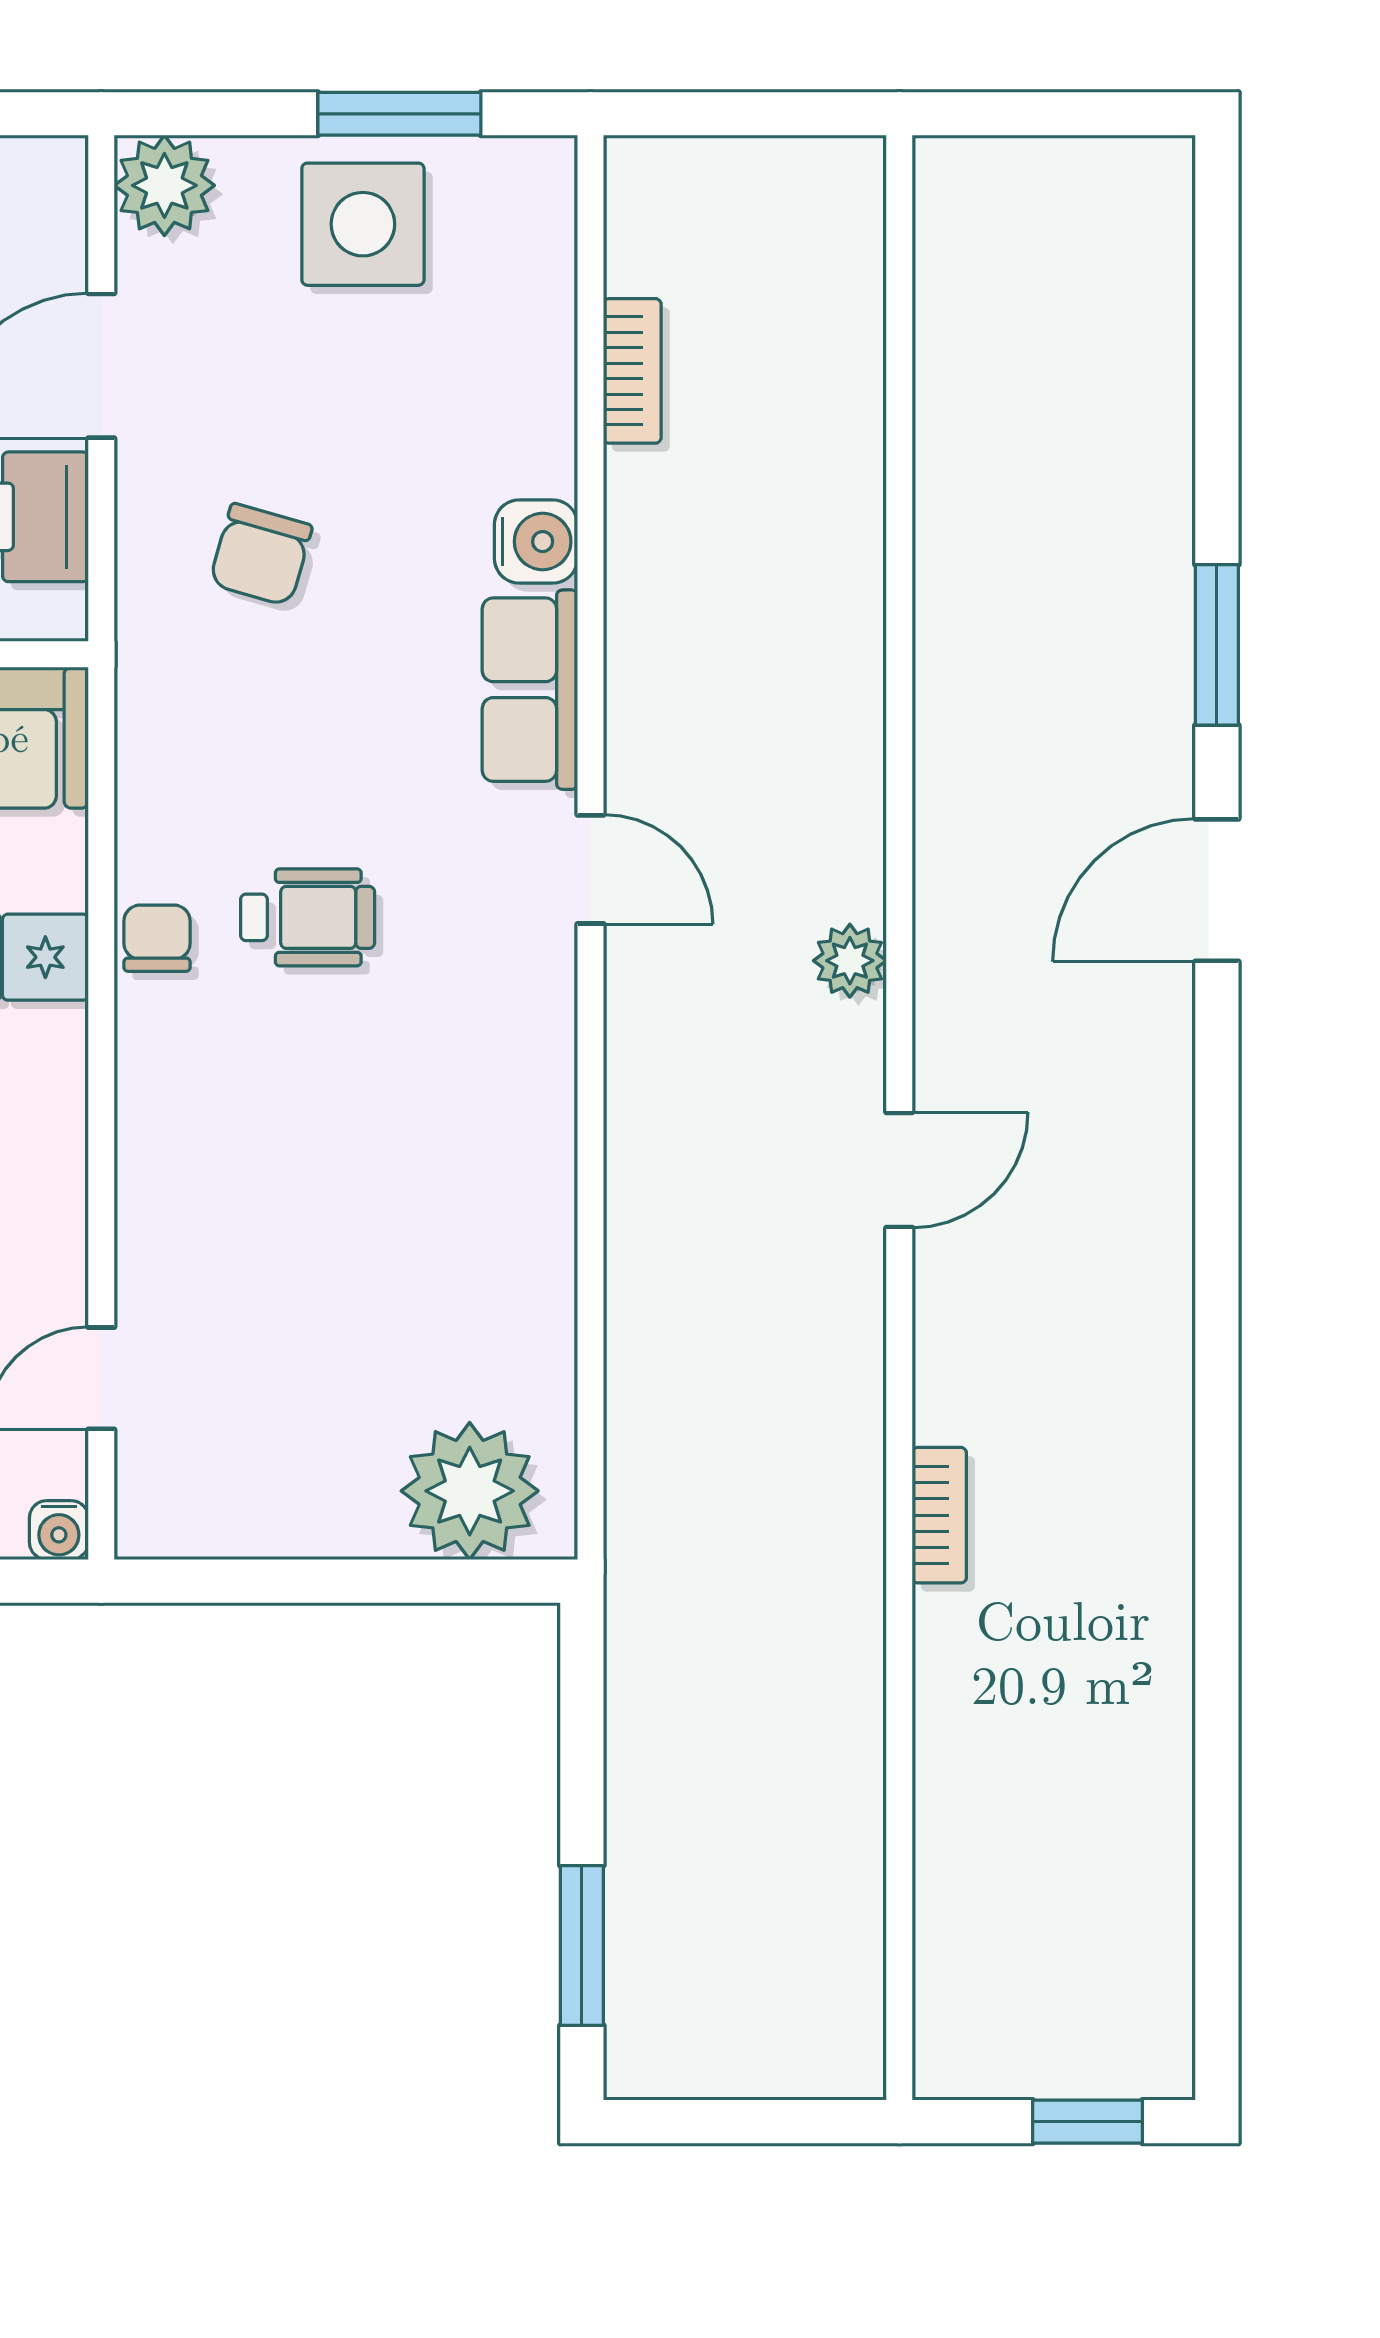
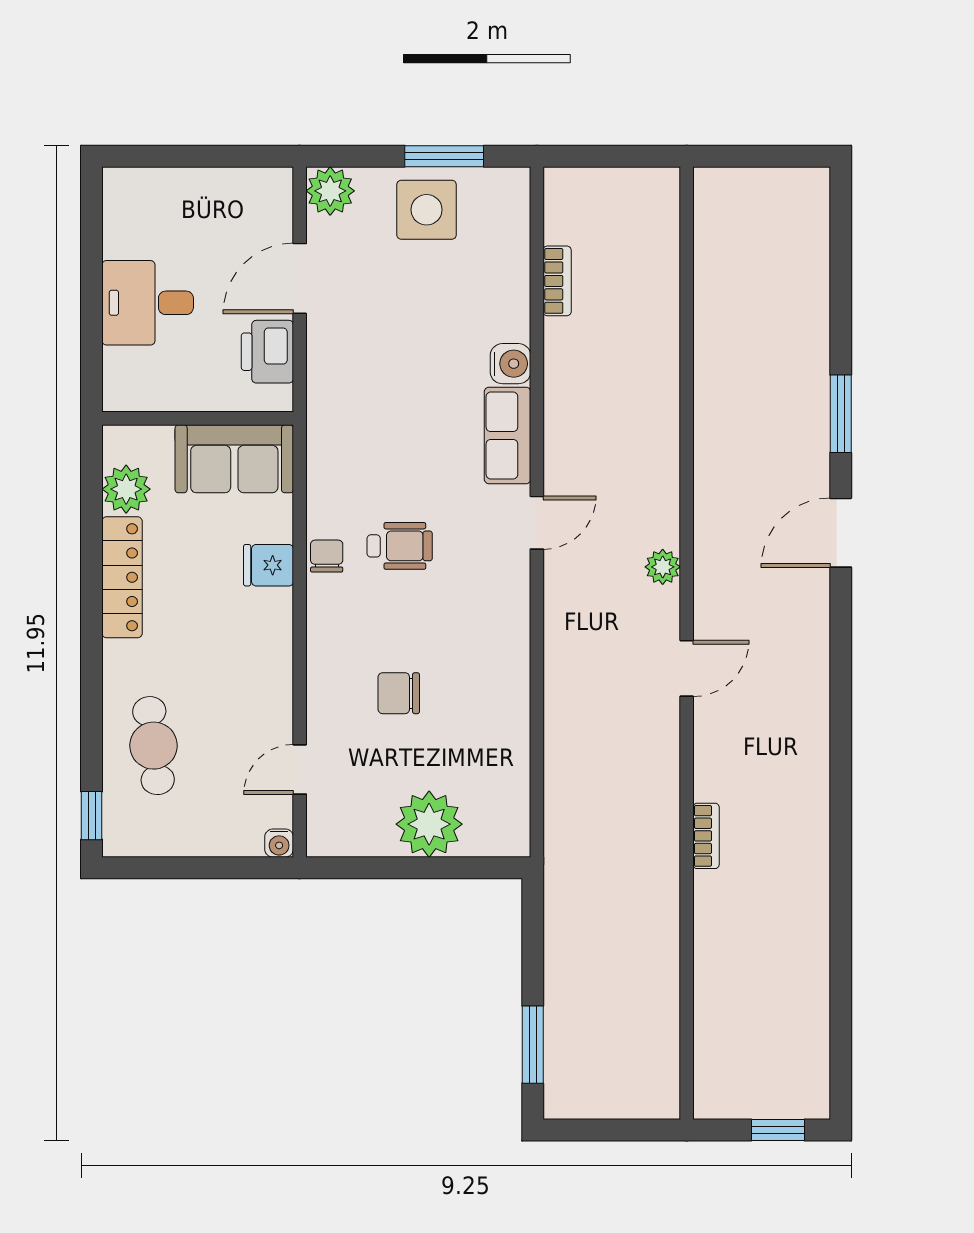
chair: (261, 555) -> (399, 693), moved, turned 74
door: (590, 869) -> (537, 523), hinge flipped
plant: (470, 1491) -> (429, 824), moved

